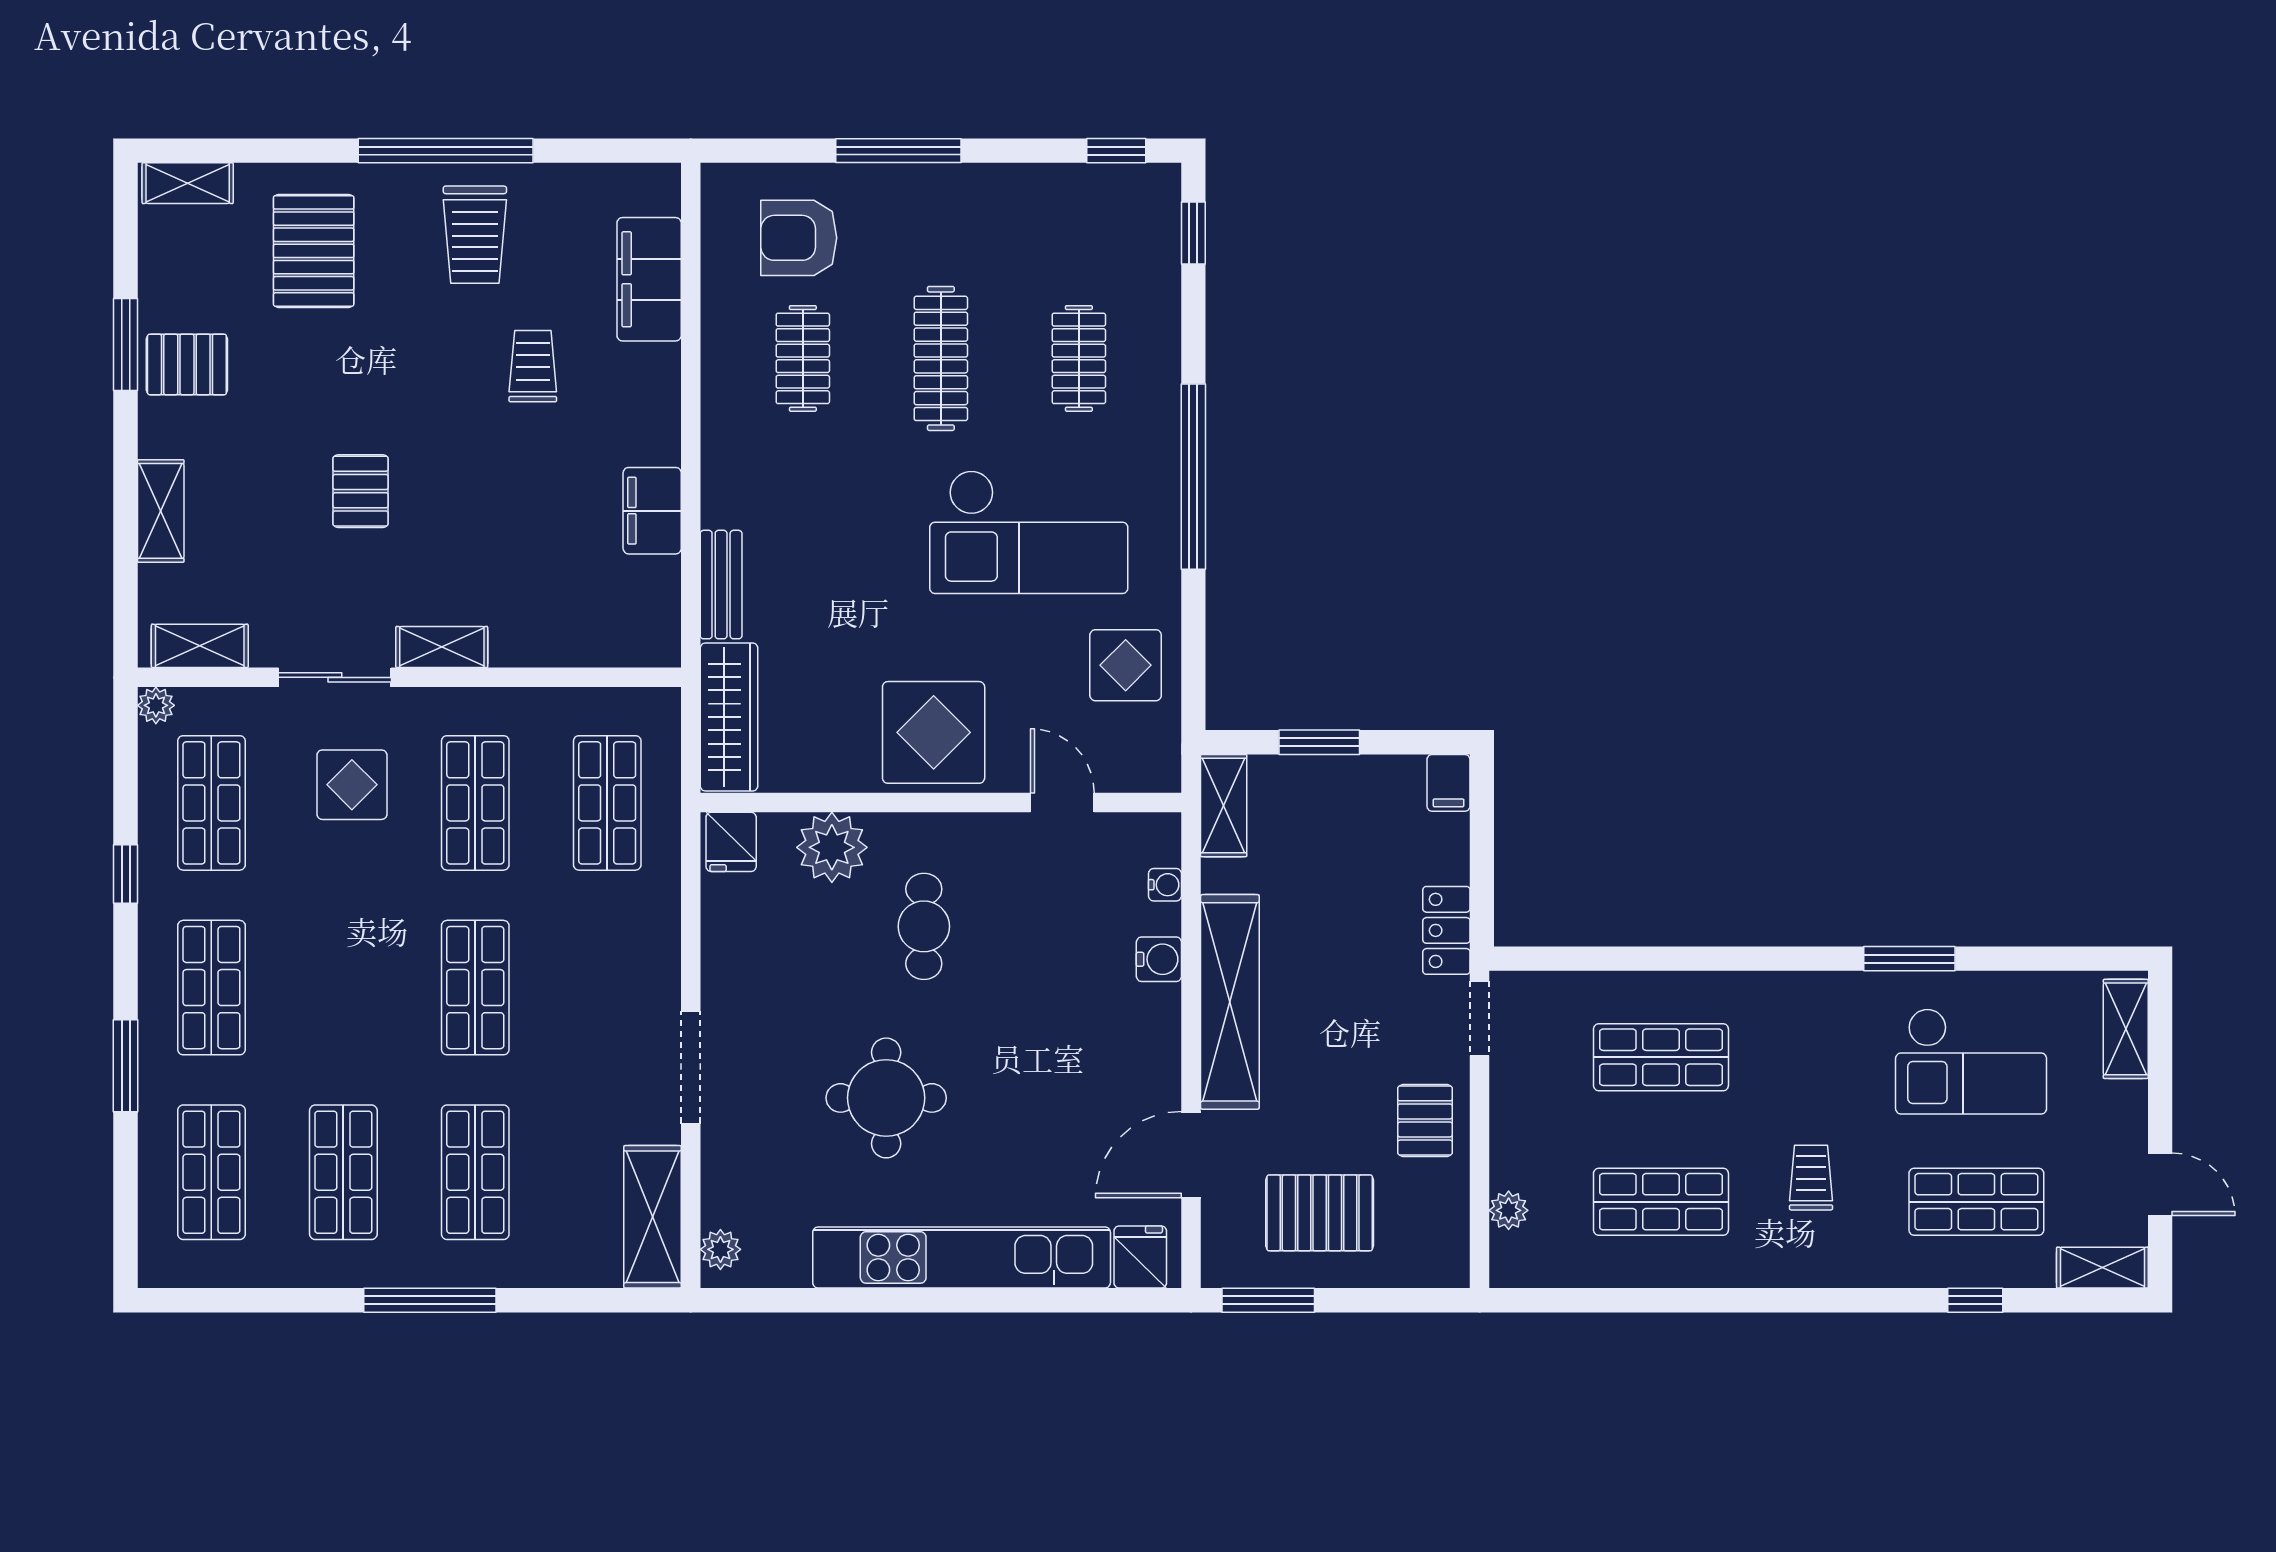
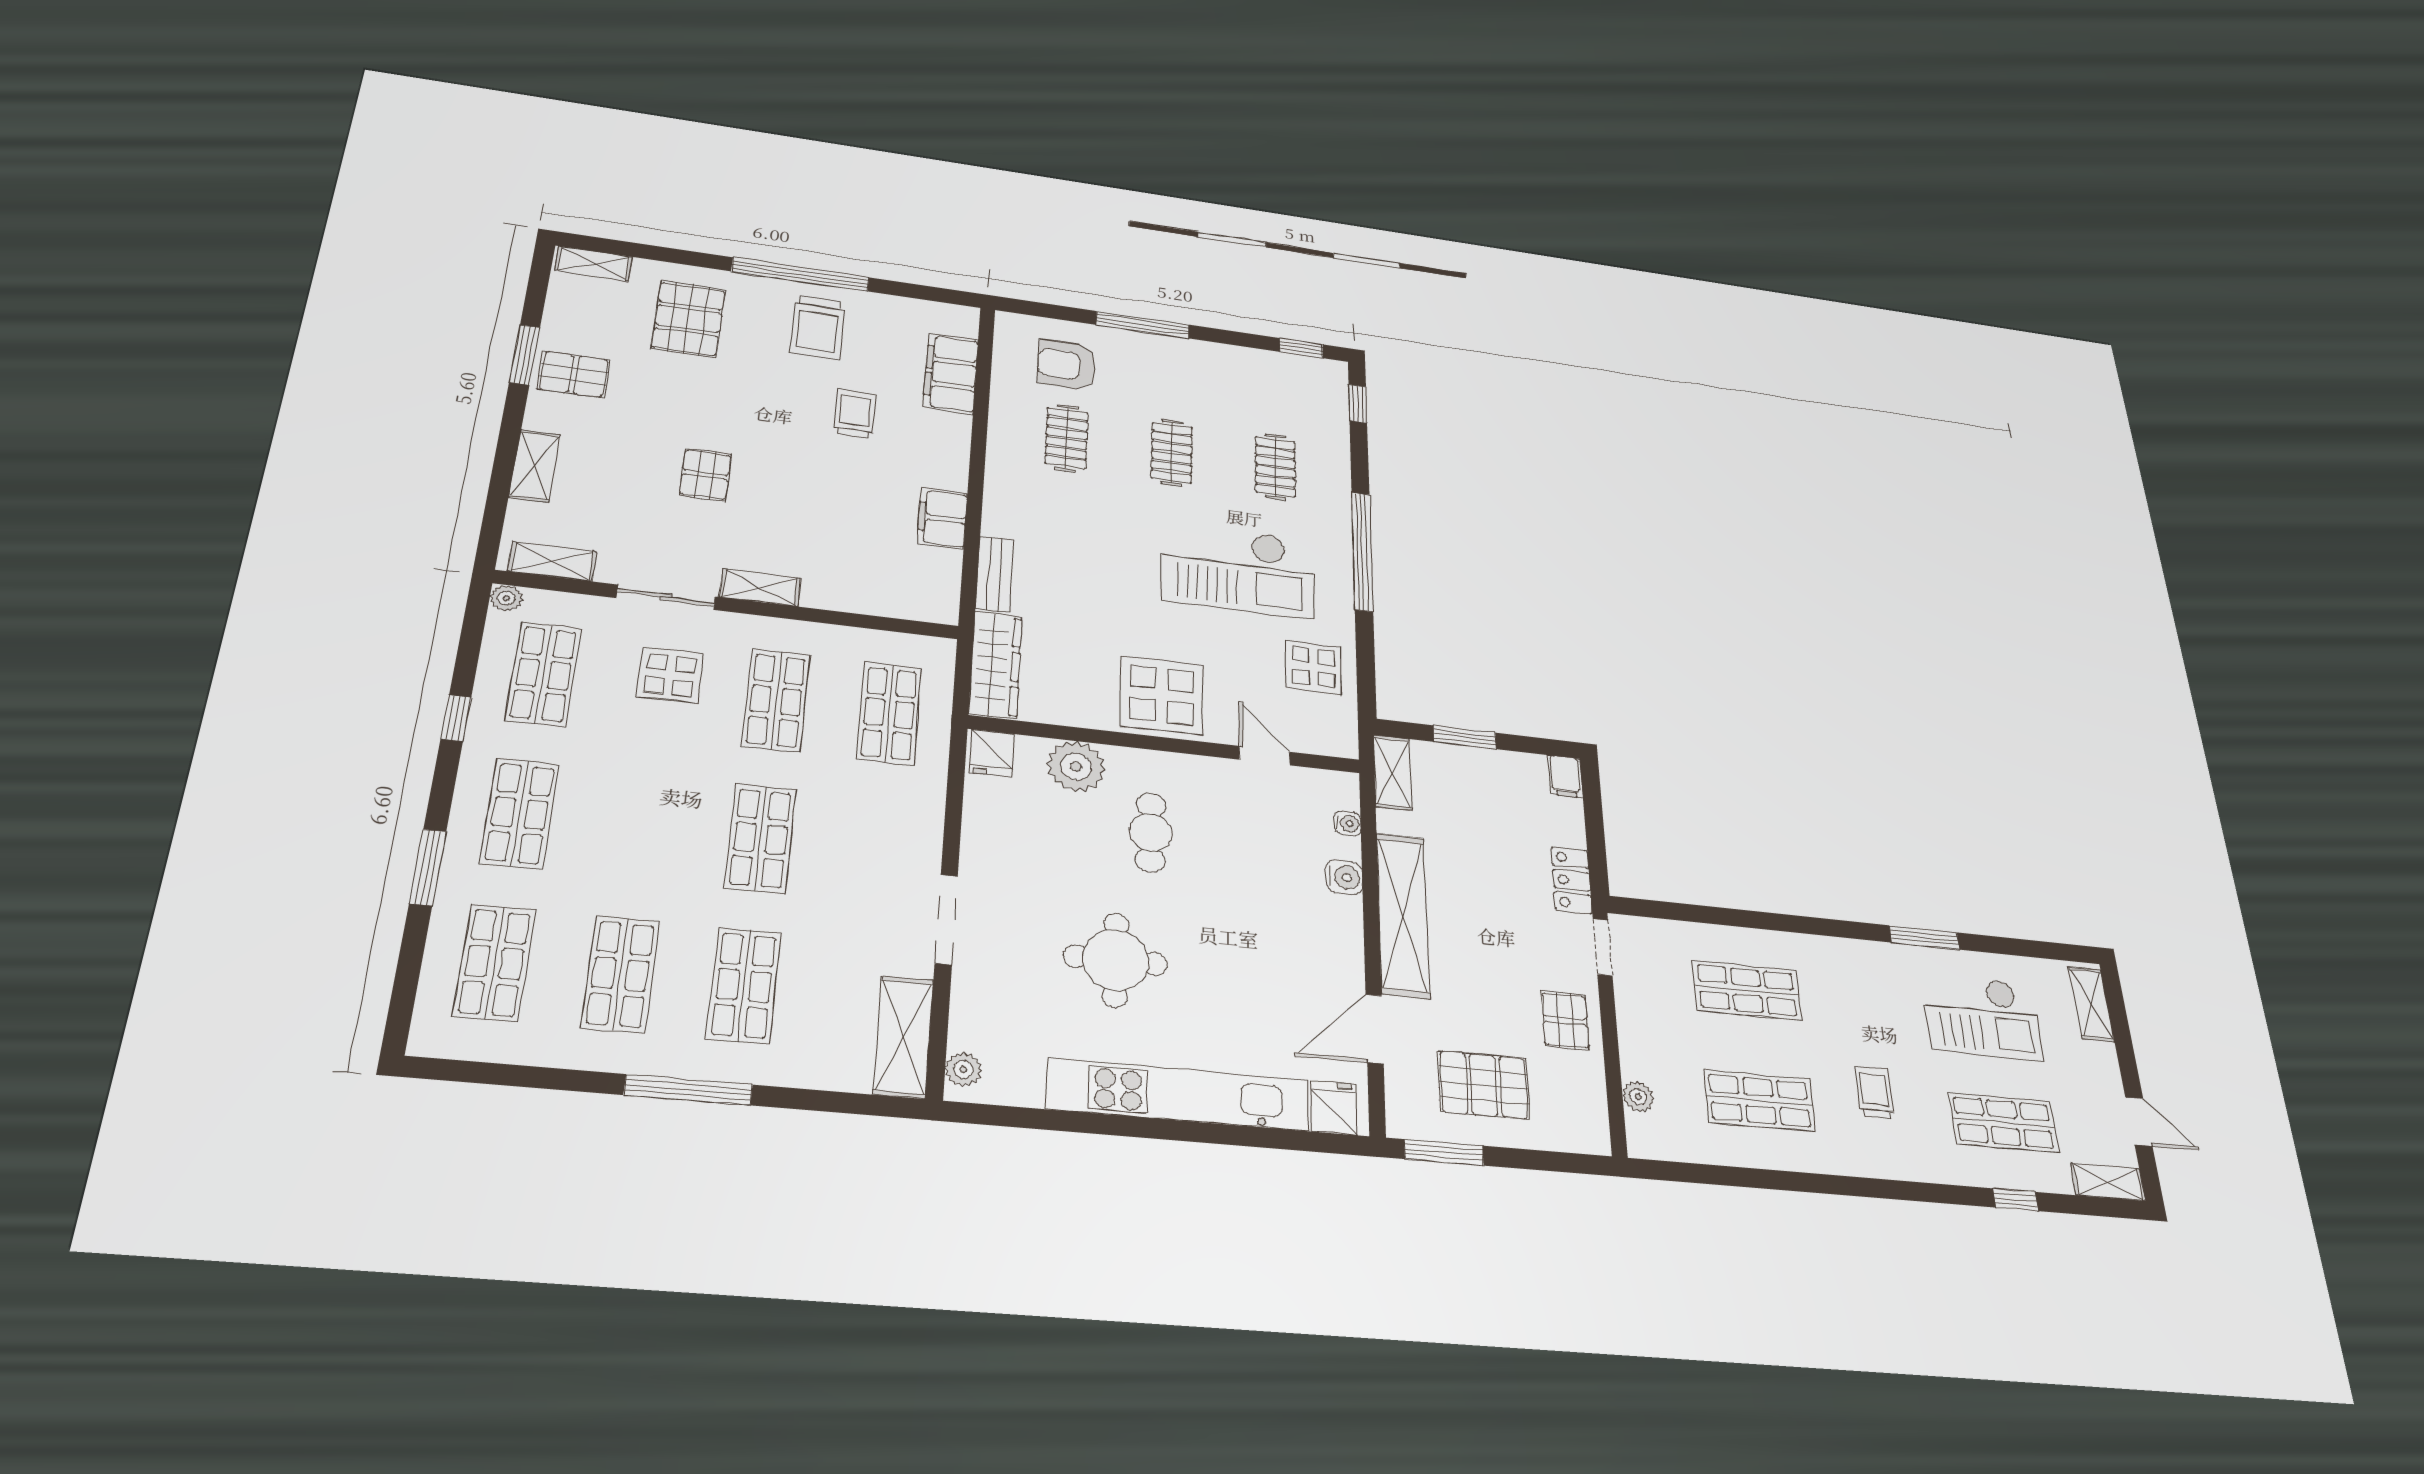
clothes rail: (941, 358) -> (1172, 453), width x0.73

